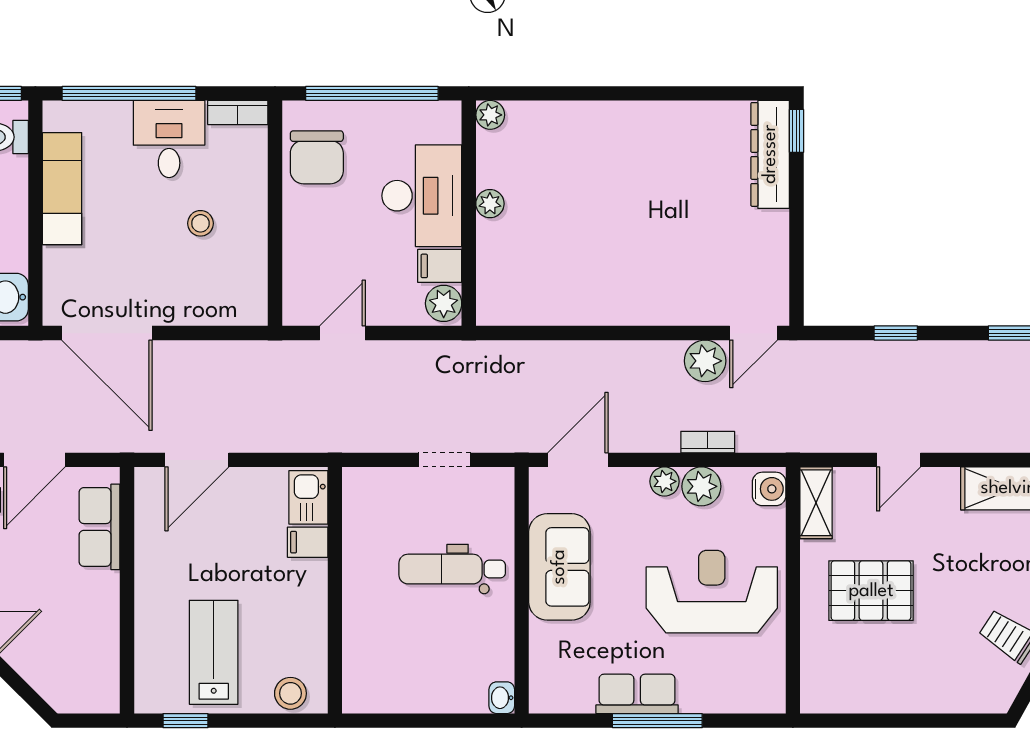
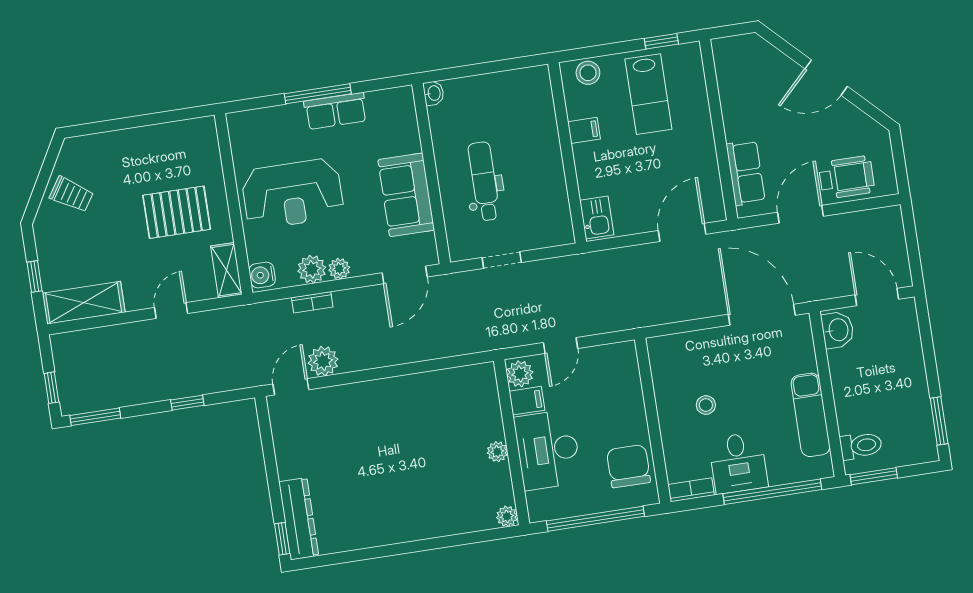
door: (342, 333) -> (560, 346), moved
filing cabinet: (308, 542) -> (584, 130), moved
dental chair: (452, 569) -> (484, 181), turned -90

